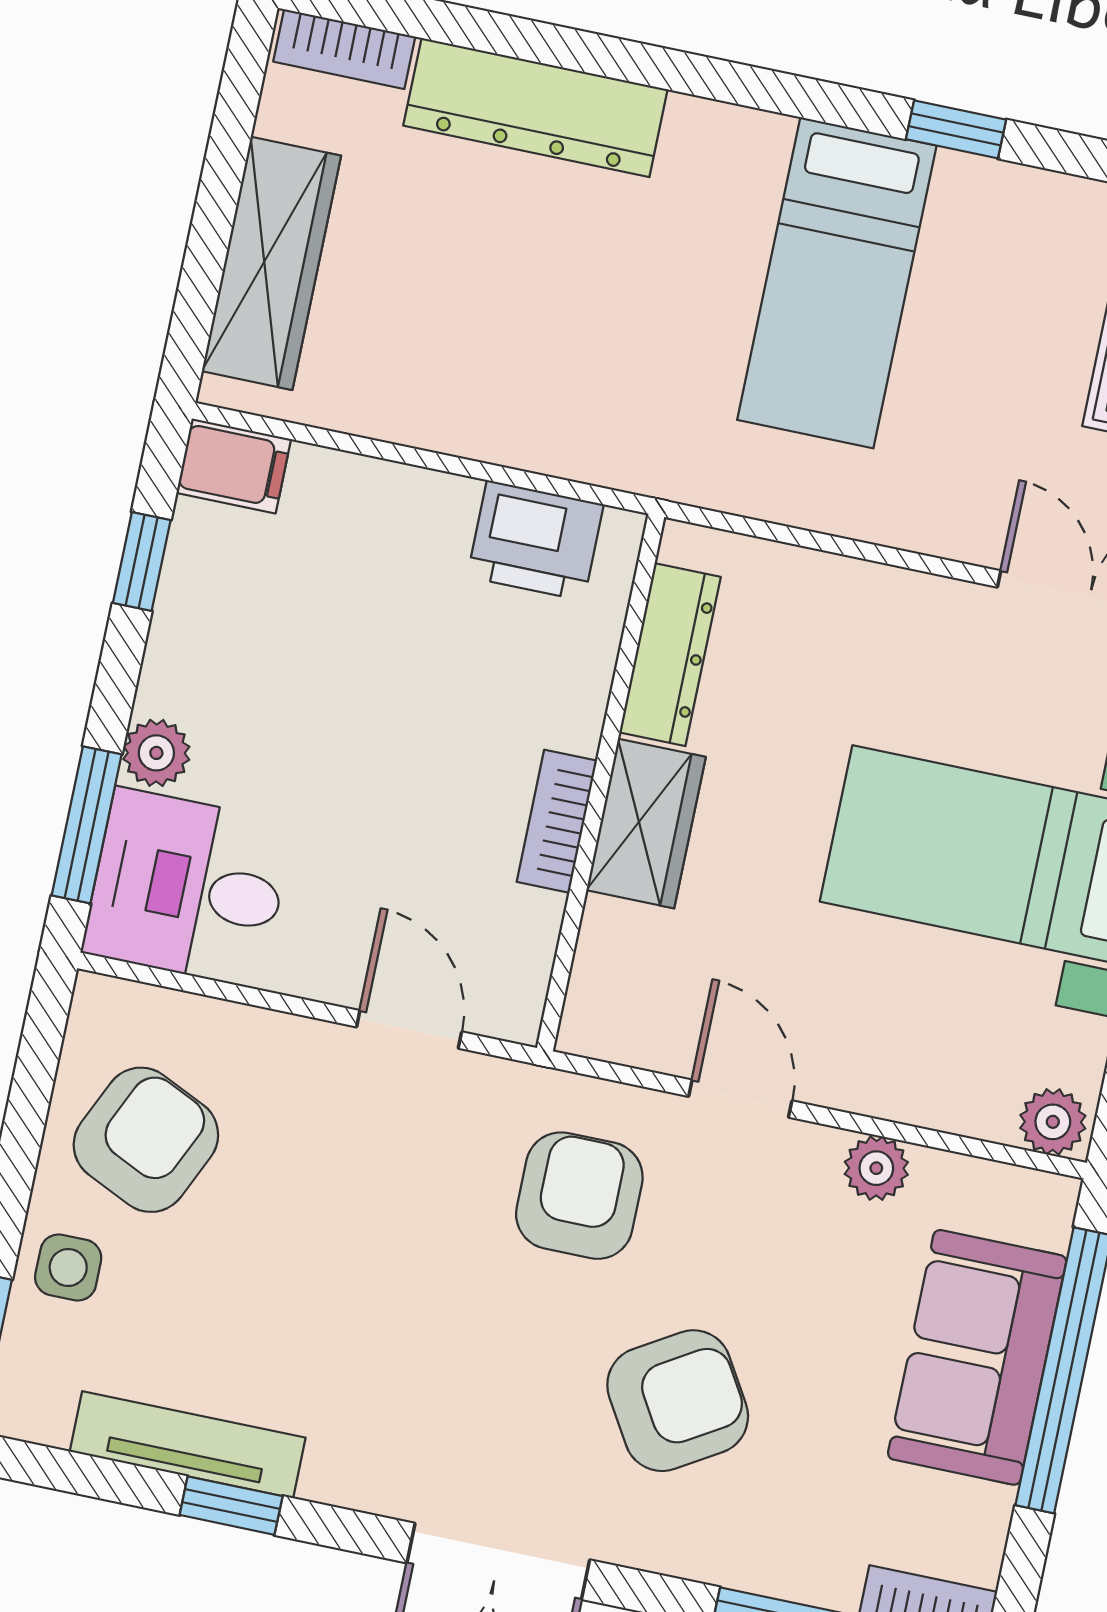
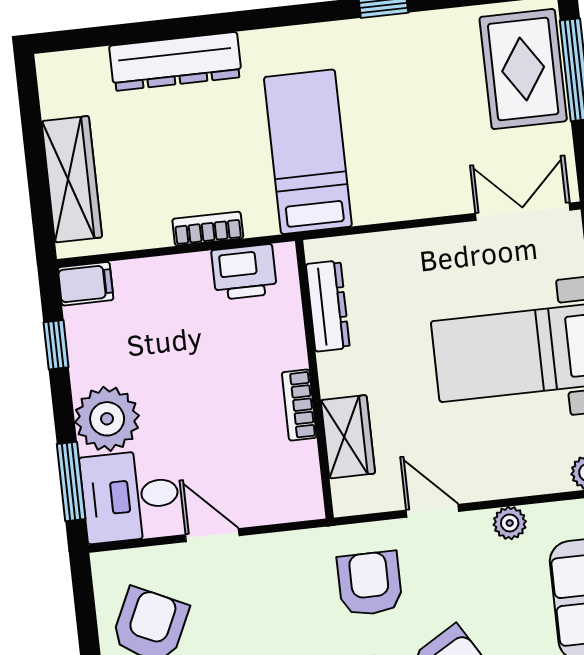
bookcase: (344, 49) -> (208, 229), moved, turned 180
bed: (837, 283) -> (308, 152), moved, turned 180
plant: (156, 753) -> (107, 419), width x1.88, depth x1.88
wardrobe: (646, 824) -> (348, 437), moved
door: (409, 1029) -> (212, 535), moved

